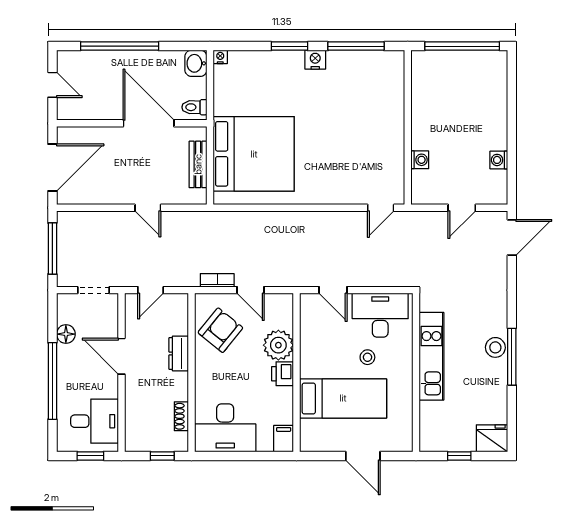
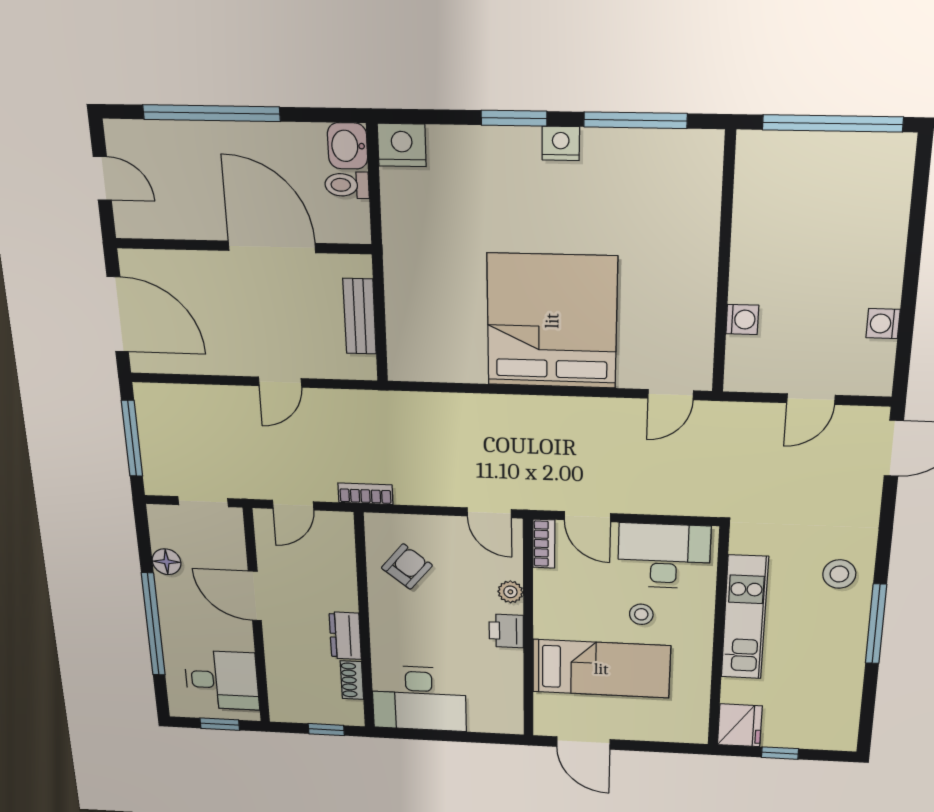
nightstand: (220, 57) -> (402, 145), width x1.89, depth x1.79
toilet: (194, 107) -> (347, 185), moved
bed: (254, 154) -> (552, 321), moved, turned -90
door: (52, 168) -> (118, 314), hinge flipped
door: (148, 208) -> (280, 382), hinge flipped
bookcase: (217, 280) -> (365, 494), moved
door: (250, 290) -> (489, 513), moved
bookcase: (306, 310) -> (544, 544), added
armchair: (220, 330) -> (407, 567), width x0.72, depth x0.72
plant: (278, 345) -> (510, 592), width x0.53, depth x0.53
stool: (495, 347) -> (839, 574), moved
dresser: (179, 353) -> (345, 636), moved
fridge: (492, 438) -> (740, 725), moved, turned 90
filing cabinet: (284, 439) -> (509, 717), removed
door: (363, 456) -> (583, 743), moved

